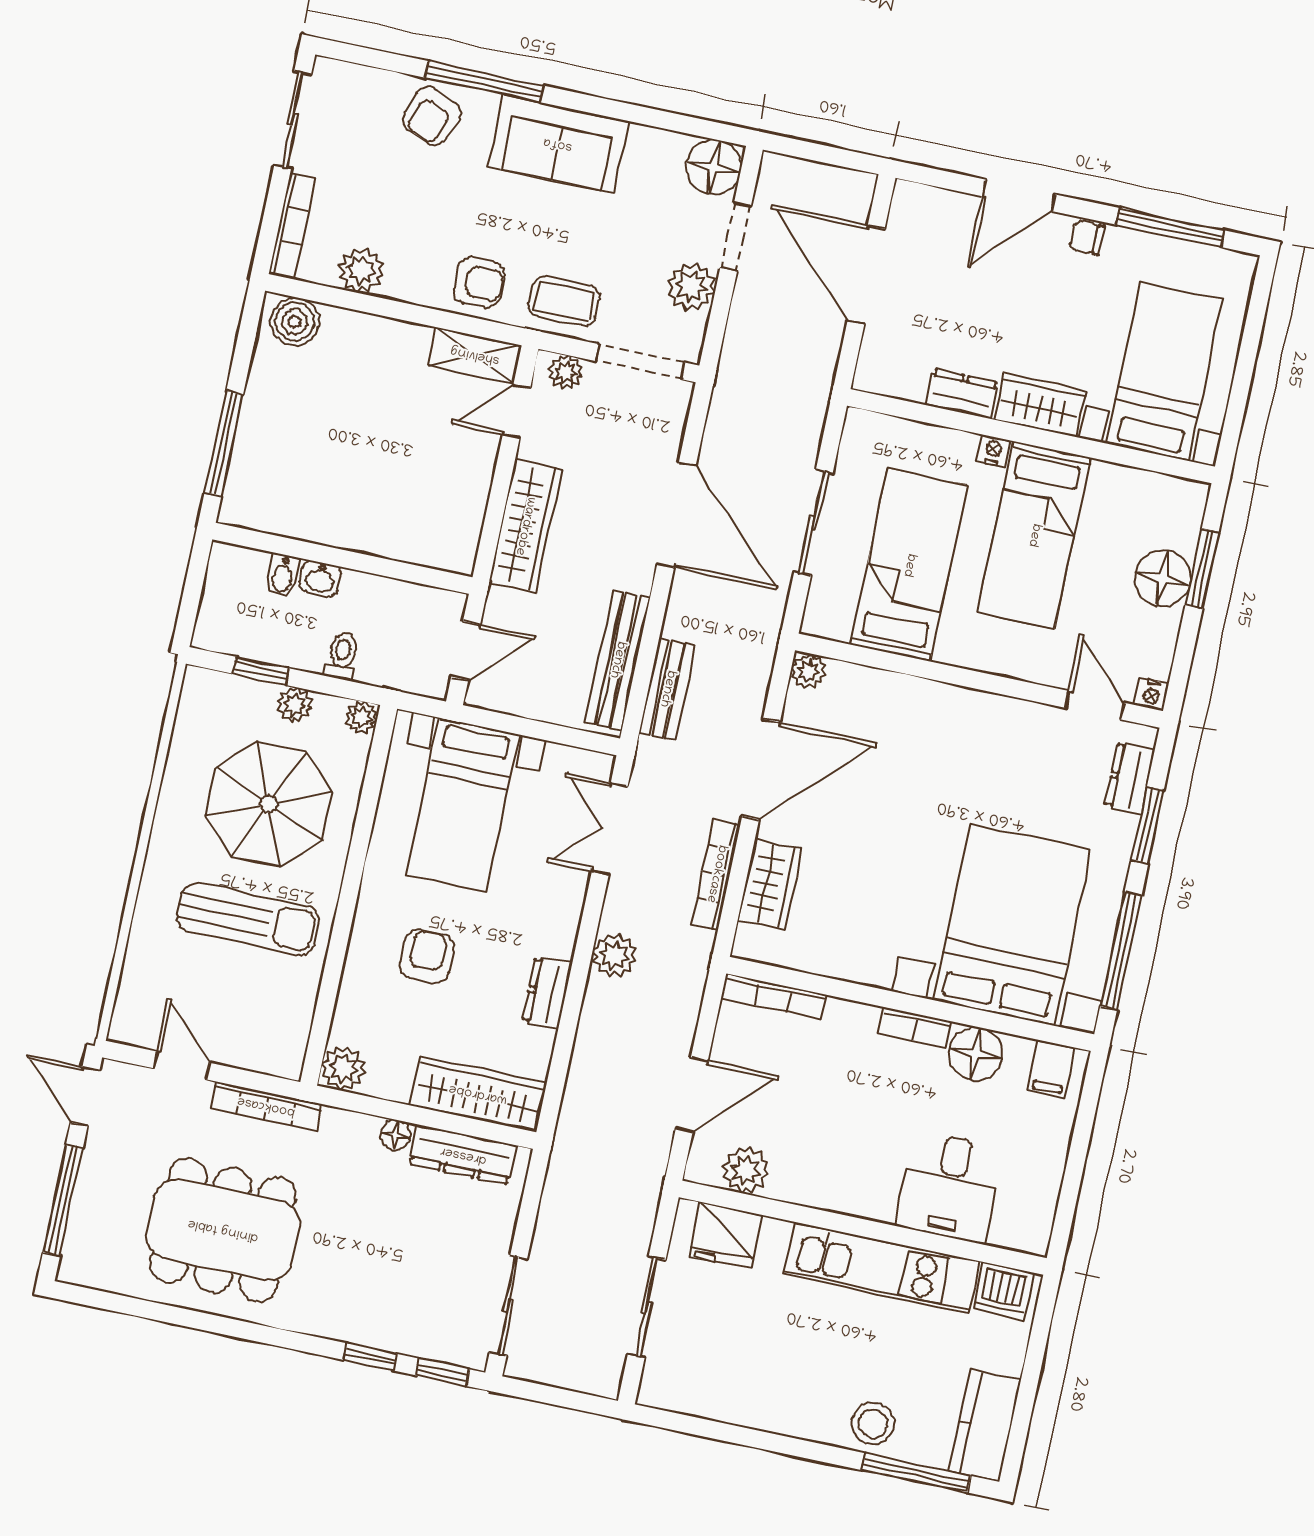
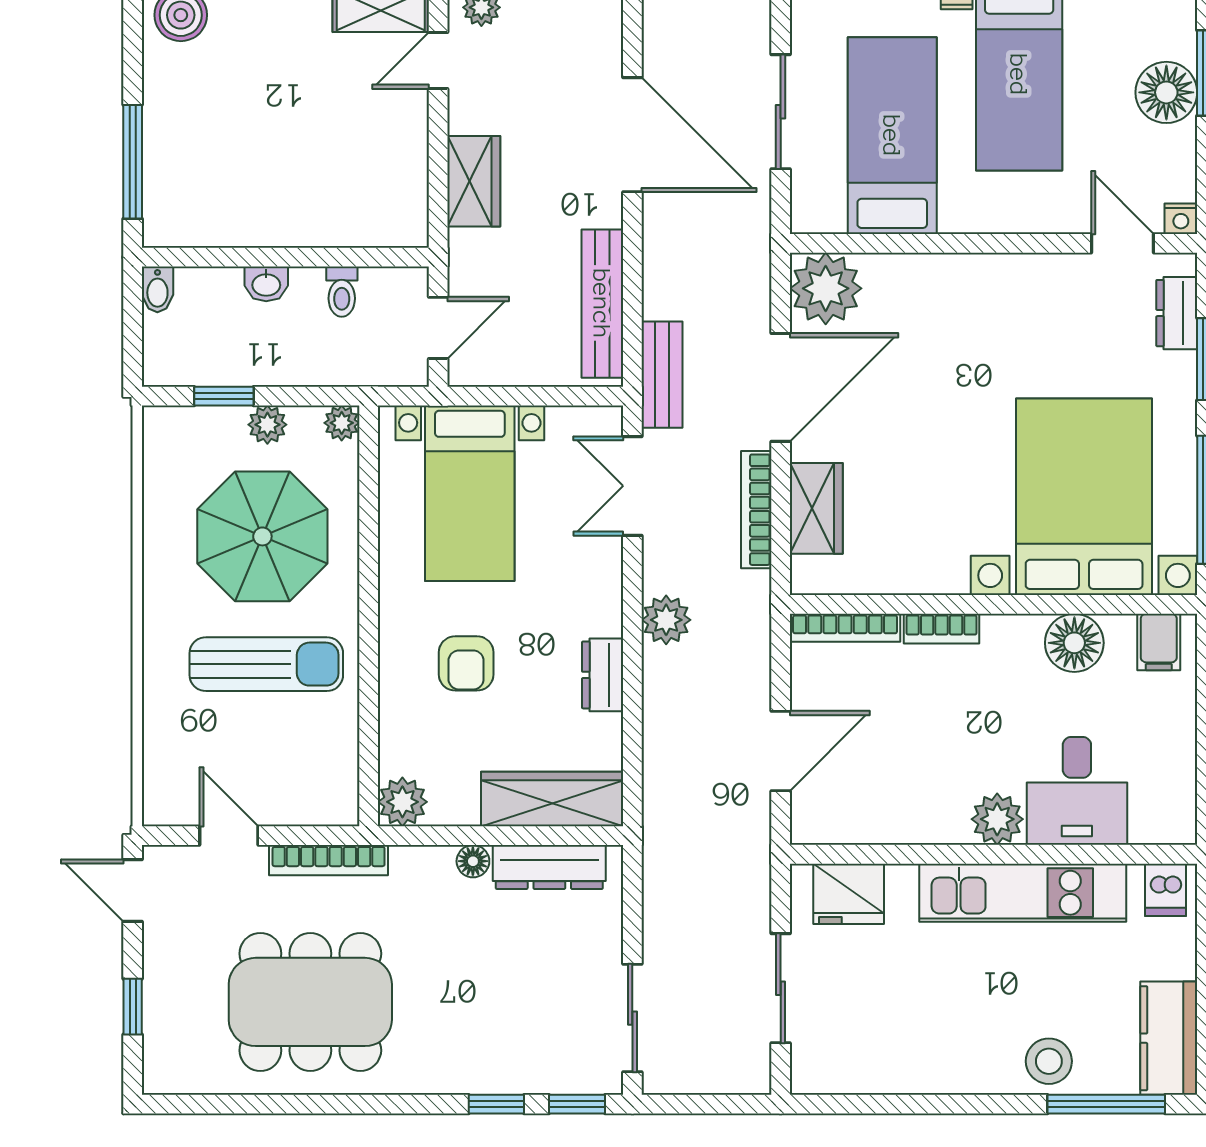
wardrobe: (525, 526) -> (474, 181), width x0.67
bidet: (282, 576) -> (157, 289), moved
toilet: (342, 656) -> (342, 292), moved, turned 180
plant: (808, 671) -> (826, 288), width x1.87, depth x1.87
bench: (667, 689) -> (662, 375), moved
armchair: (427, 956) -> (466, 663), turned 180
bookcase: (915, 1028) -> (942, 629), moved
plant: (746, 1170) -> (997, 819), moved
window: (63, 1200) -> (133, 1007), width x0.46
dishwasher: (1003, 1291) -> (1166, 890), width x0.73

